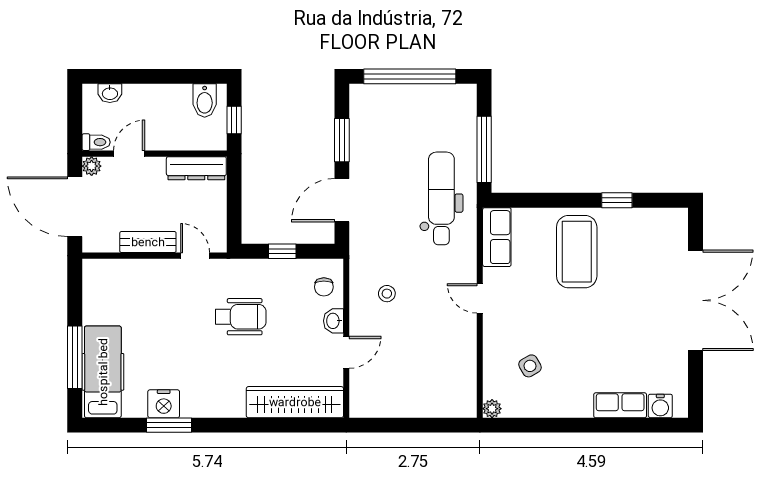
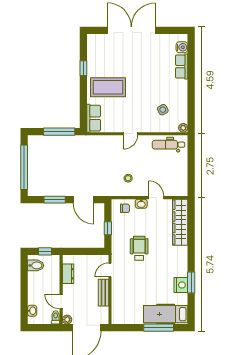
dresser: (196, 168) -> (68, 274), width x0.70
dental chair: (441, 198) -> (168, 145), moved, width x0.73, depth x0.72
row of seats: (497, 237) -> (94, 118), moved, turned 90

